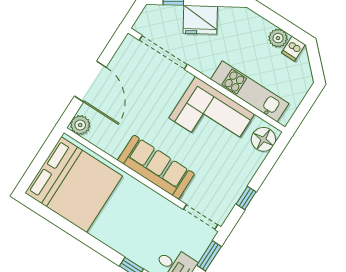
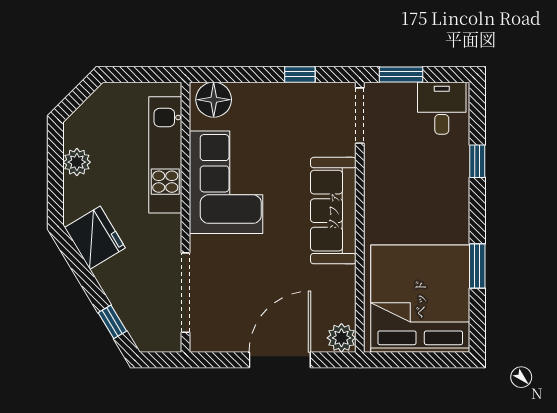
fridge: (200, 20) -> (95, 238), moved
dishwasher: (293, 49) -> (78, 135), removed
window: (71, 229) -> (477, 266), added

